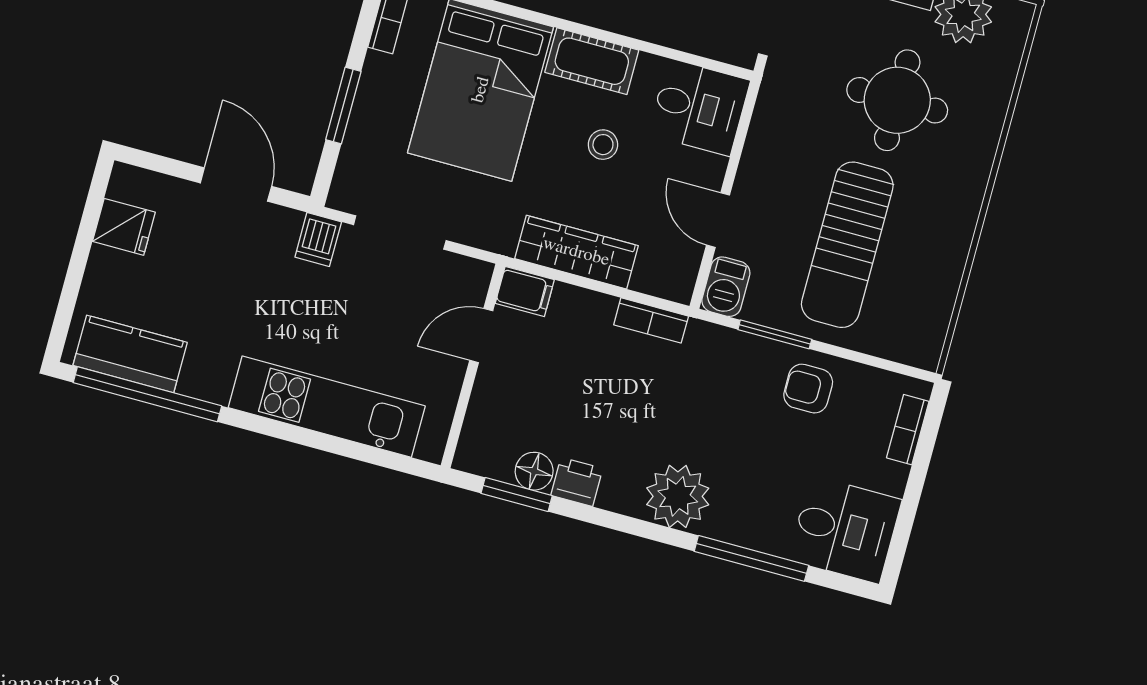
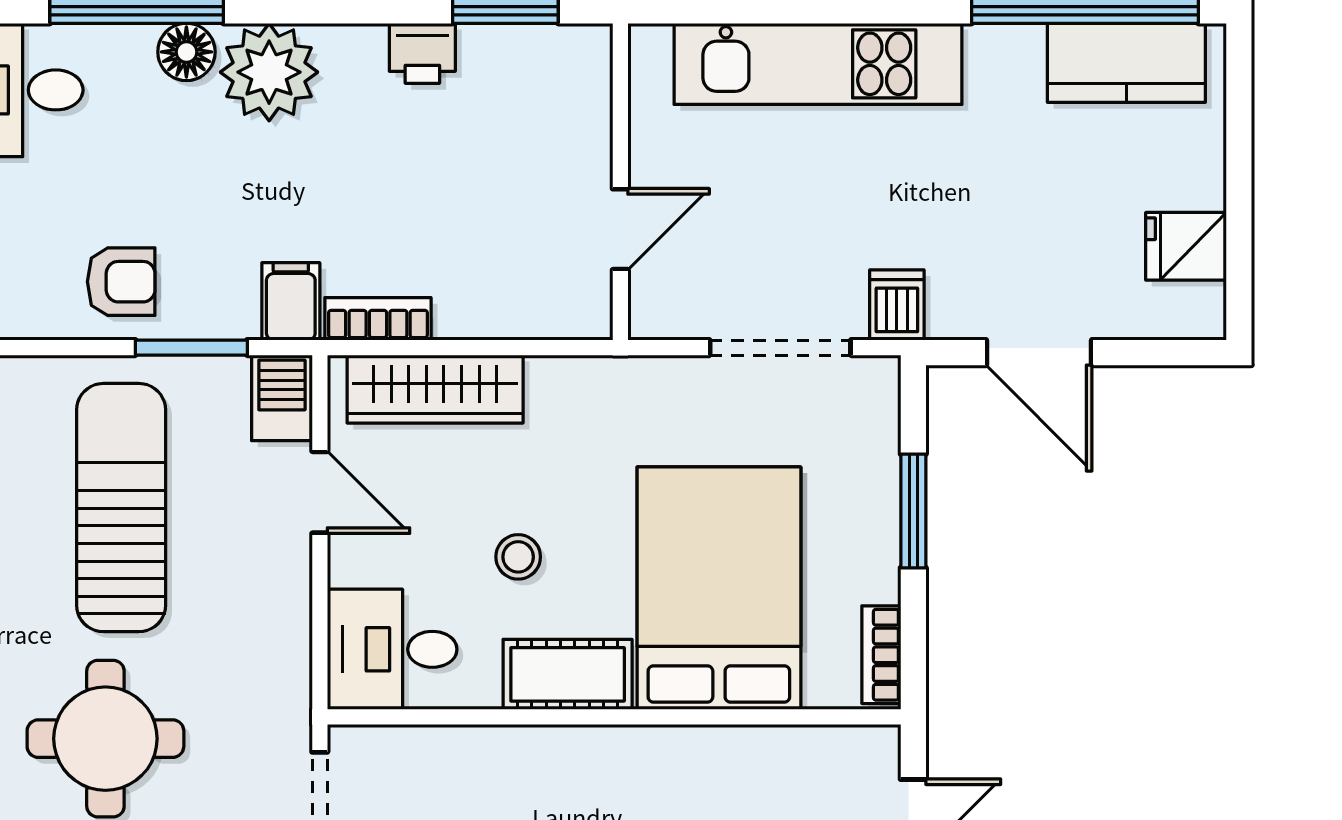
wardrobe: (576, 252) -> (435, 389), moved
filing cabinet: (525, 291) -> (291, 301), moved, turned 90
floor lamp: (534, 471) -> (186, 52), moved

